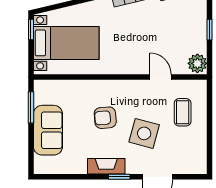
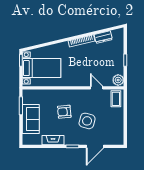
coffee table: (183, 112) -> (116, 99), moved
fireplace: (106, 166) -> (53, 140), moved

